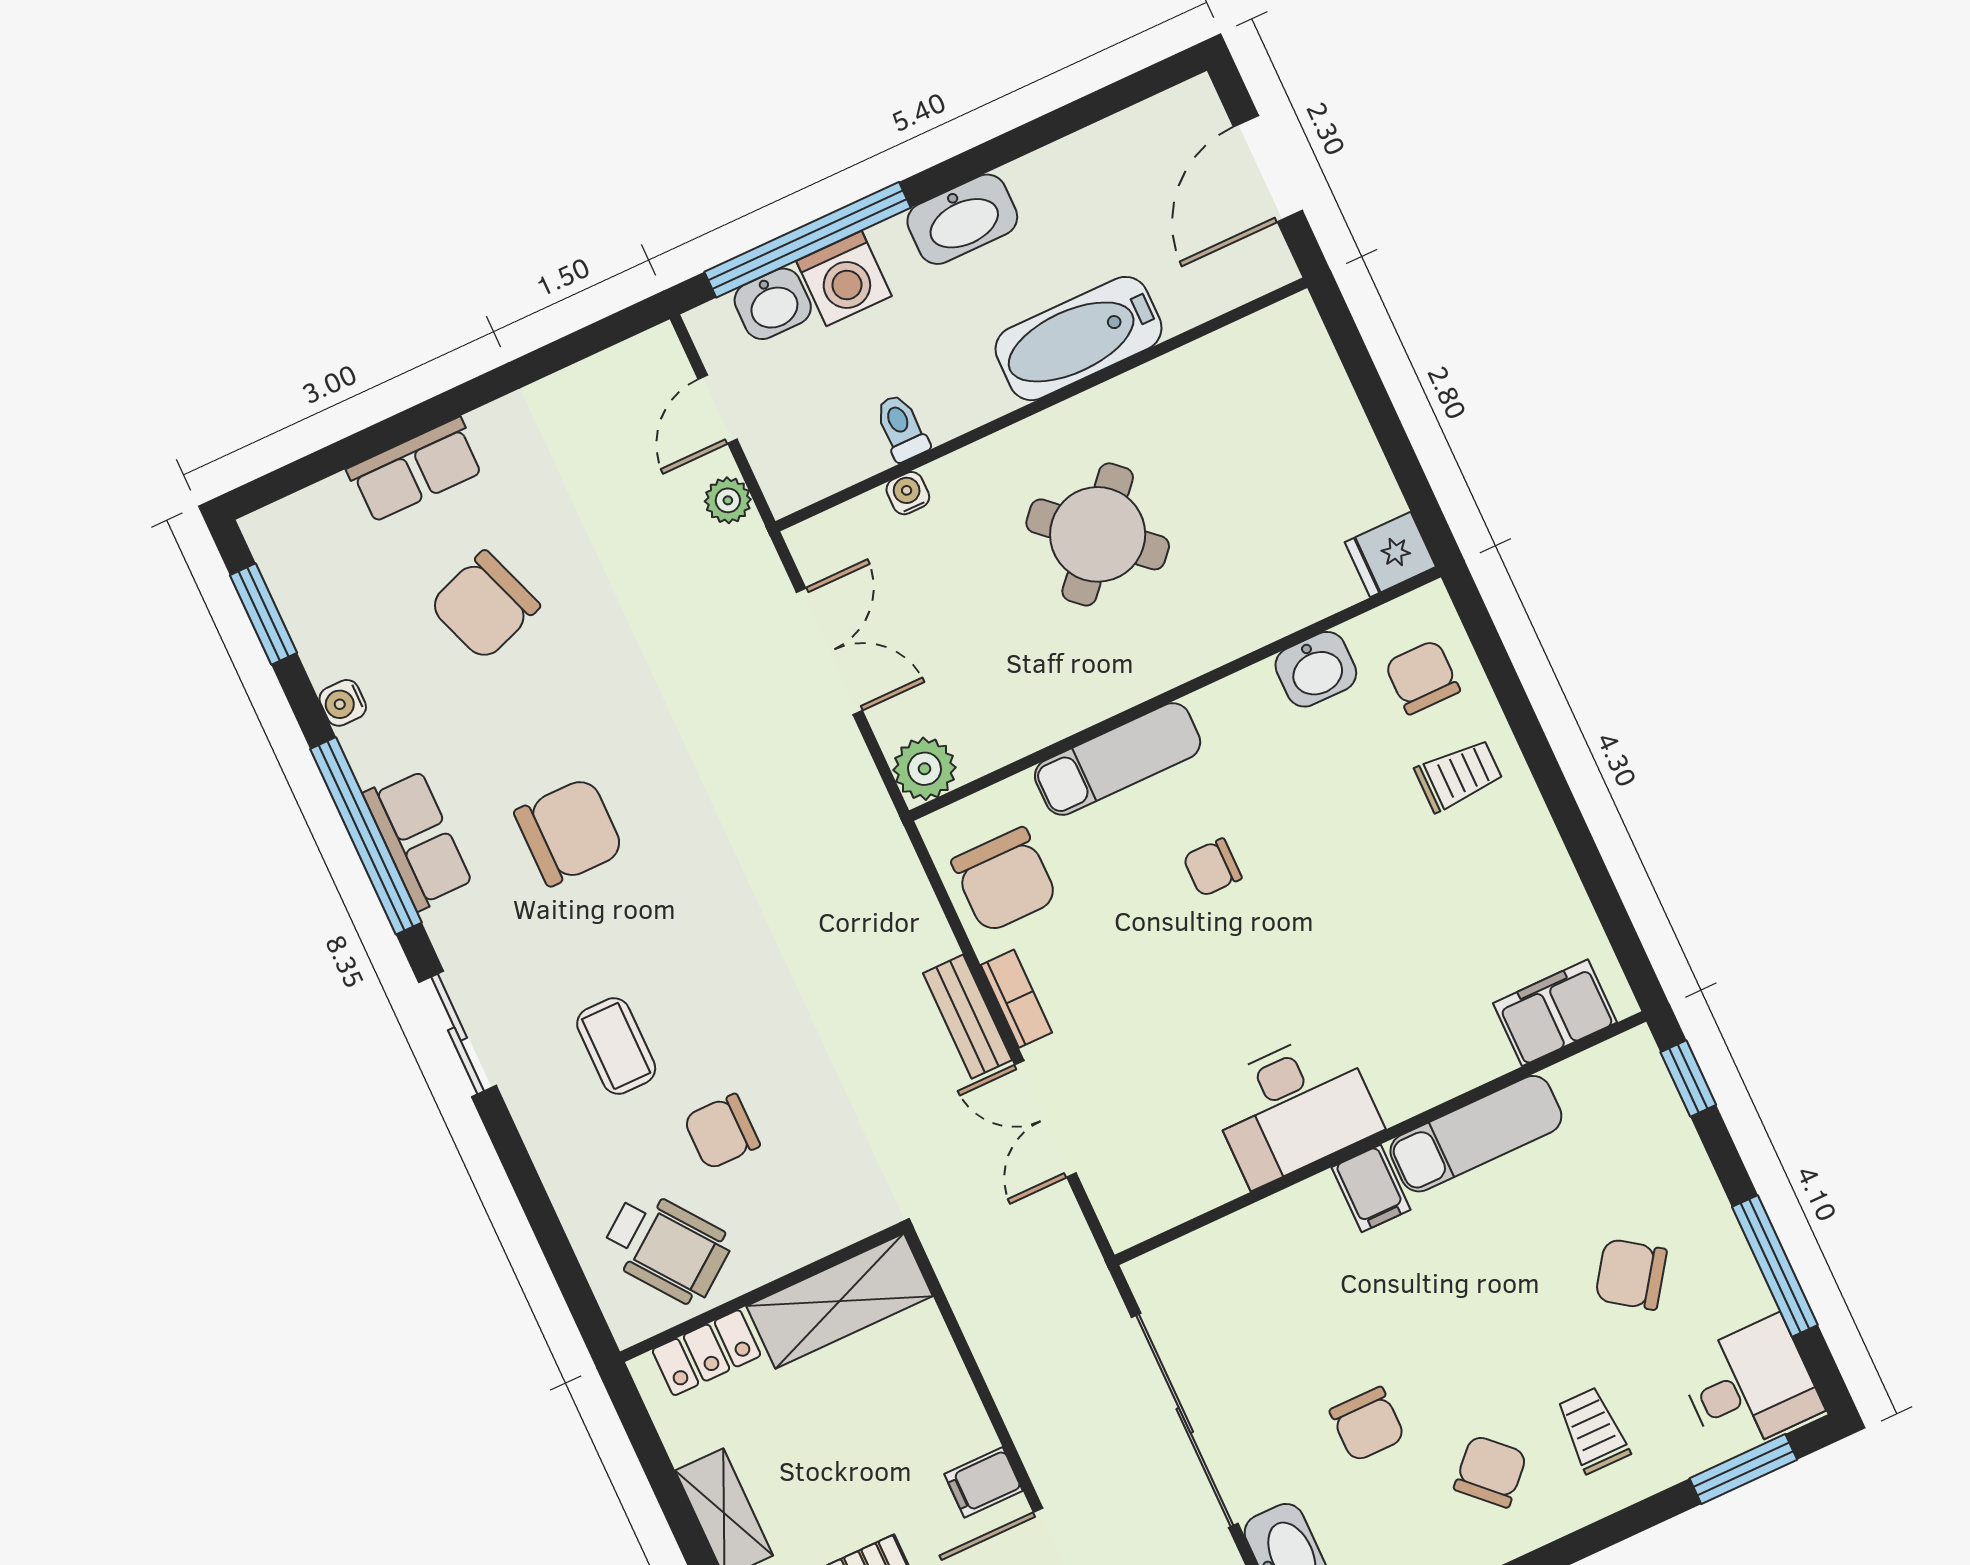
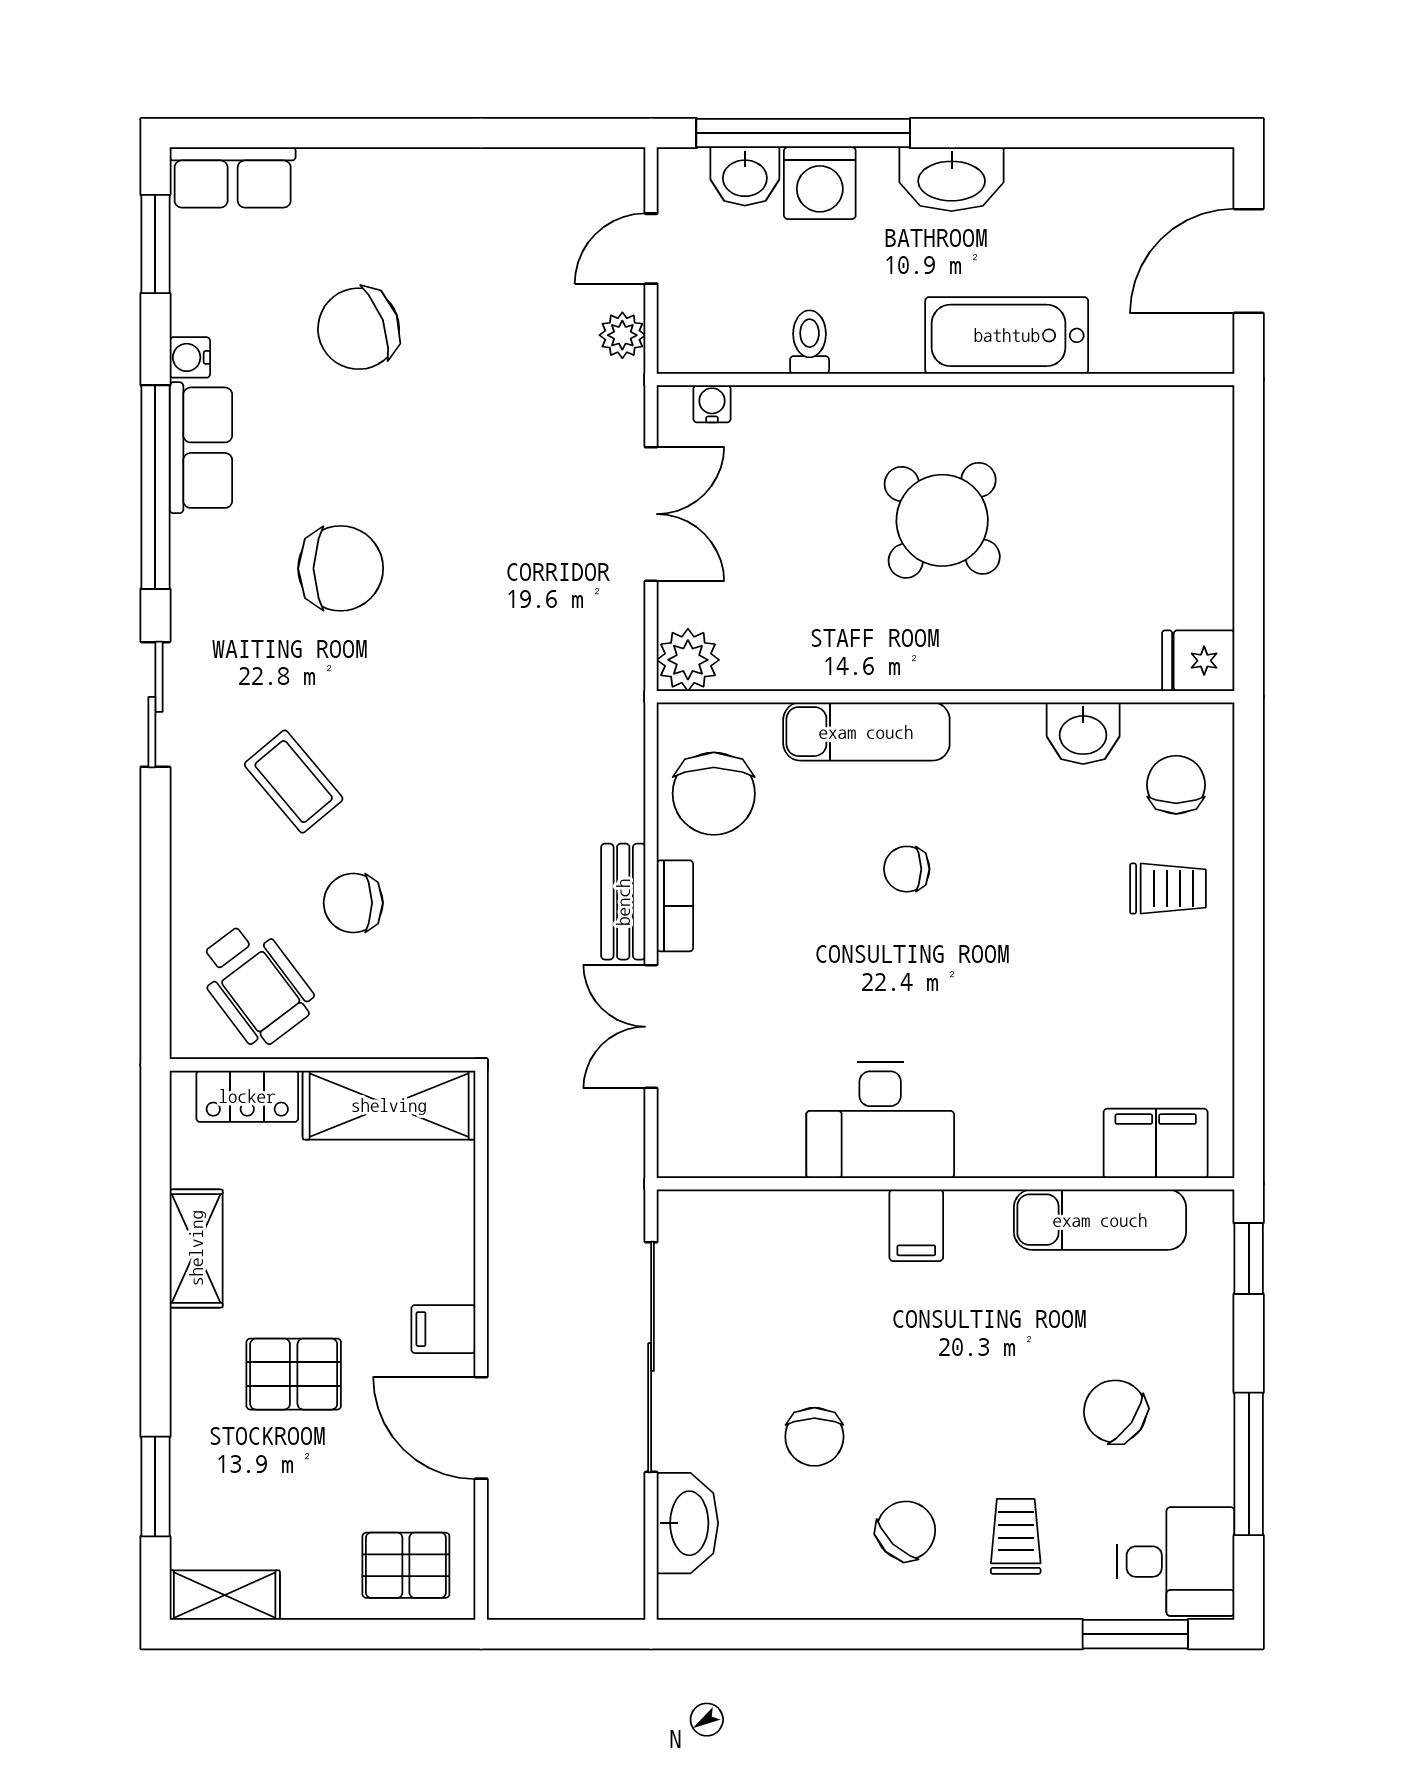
row of seats: (415, 470) -> (233, 177), moved
water cooler: (908, 493) -> (712, 404), moved
row of seats: (418, 840) -> (201, 448), moved
coffee table: (616, 1046) -> (294, 782), turned -40
exam couch: (1476, 1134) -> (1100, 1220), moved

